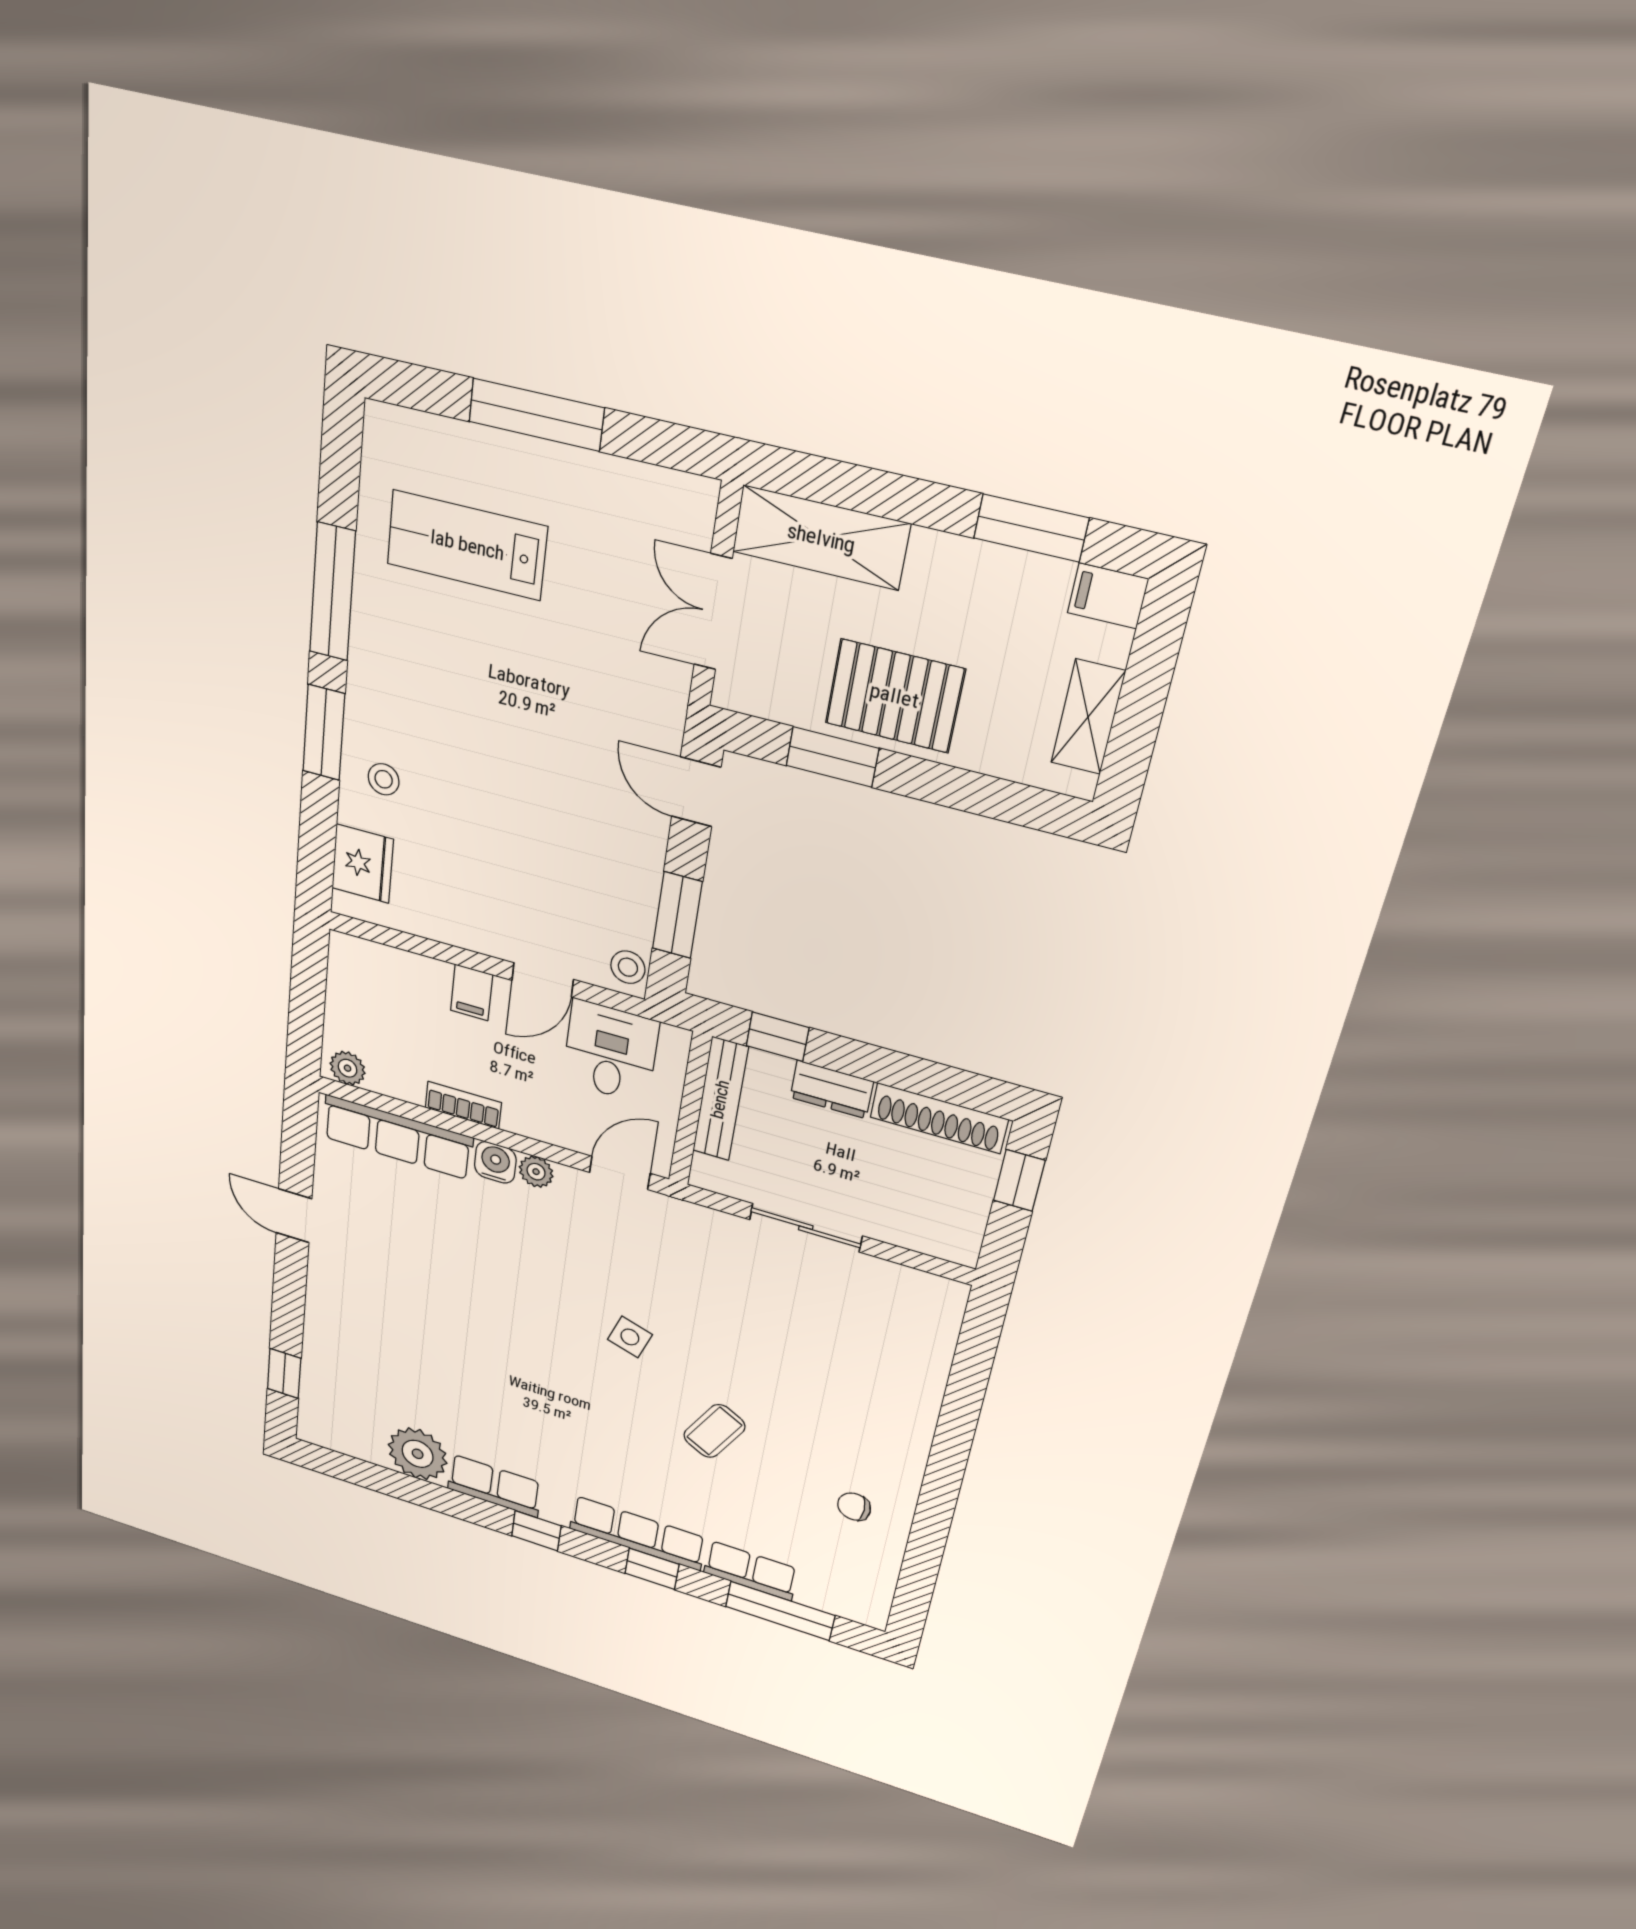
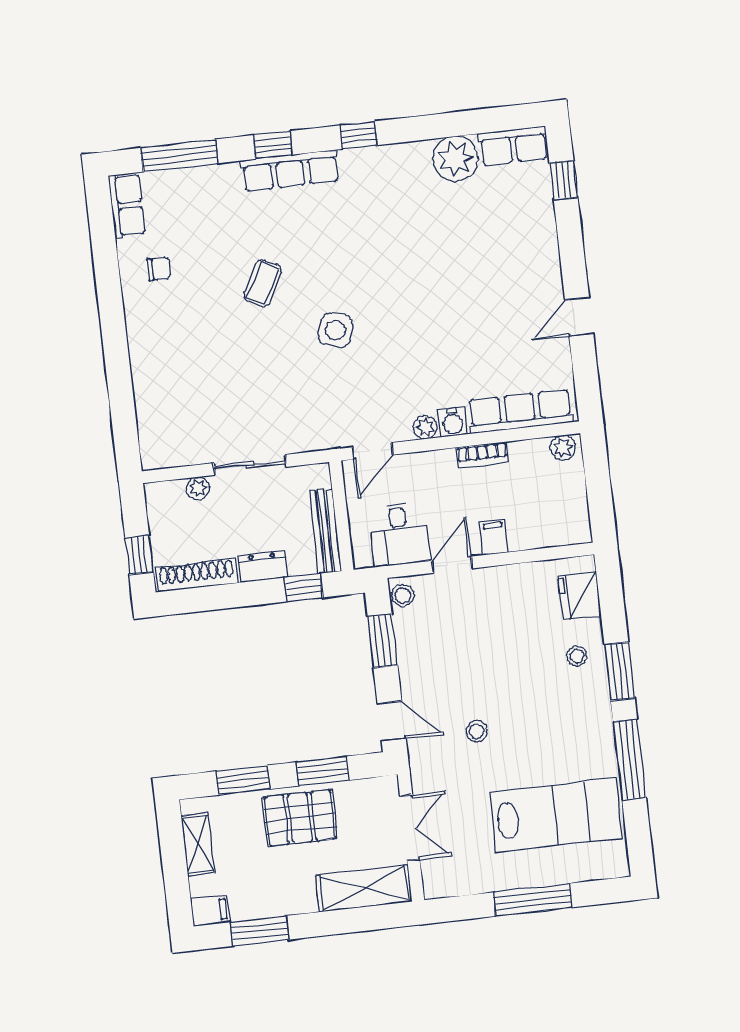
lab bench: (467, 545) -> (556, 815), width x1.36, depth x1.39
stool: (564, 725) -> (477, 731), added
window: (971, 792) -> (243, 780), added
door: (294, 1216) -> (579, 317), swing flipped
plant: (895, 1230) -> (198, 488), added
side table: (630, 1337) -> (335, 330), width x1.37, depth x1.37
row of seats: (494, 1486) -> (513, 146), moved
row of seats: (751, 1571) -> (127, 206), moved, turned -90

